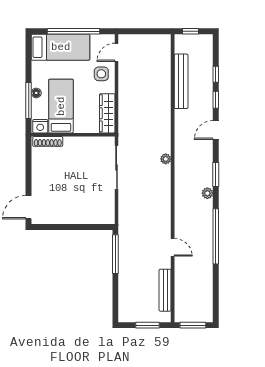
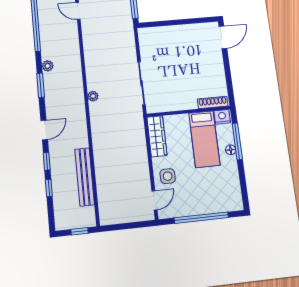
bed: (61, 47) -> (212, 199), removed

